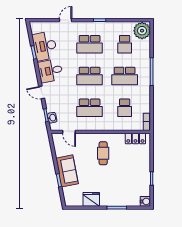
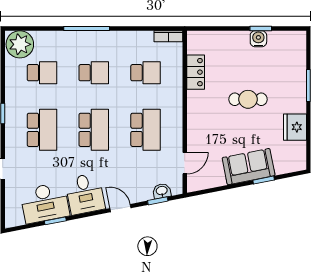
school desk: (125, 76) -> (94, 73), width x0.54
door: (42, 92) -> (120, 208), swing flipped
locker: (135, 138) -> (196, 72), moved
cafe table: (103, 153) -> (248, 99), moved
water cooler: (145, 201) -> (258, 39), moved

